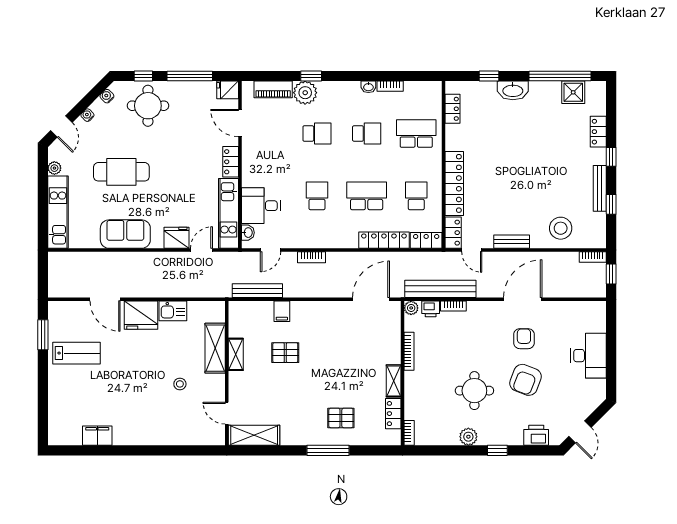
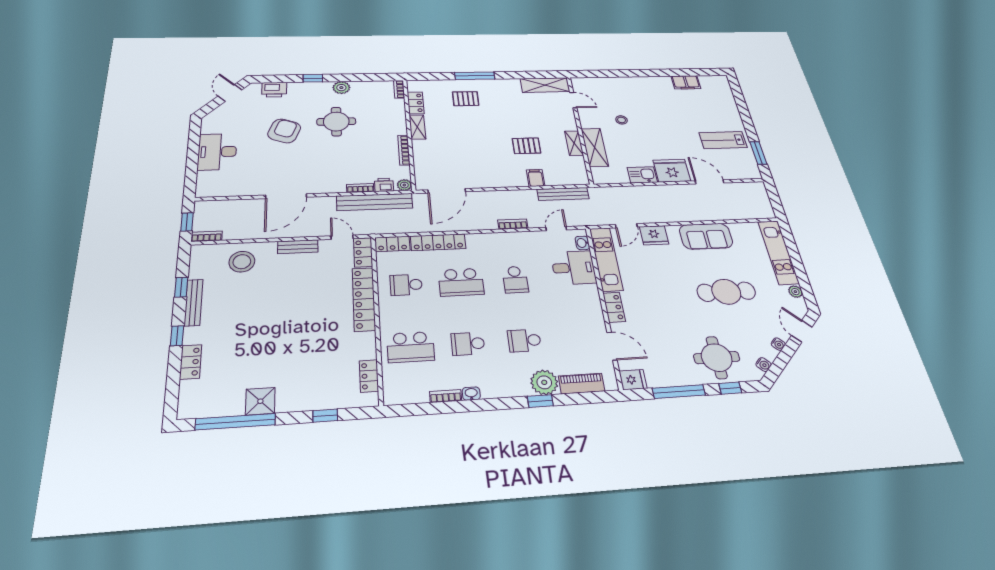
washbasin: (513, 90) -> (296, 401), removed
shower: (573, 92) -> (260, 401), moved
school desk: (416, 196) -> (406, 285), turned 90
armchair: (524, 339) -> (285, 163), removed

